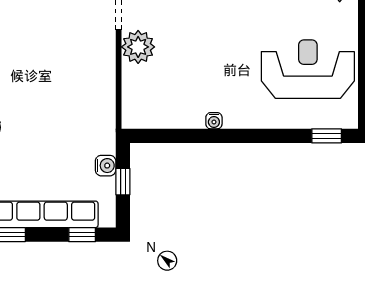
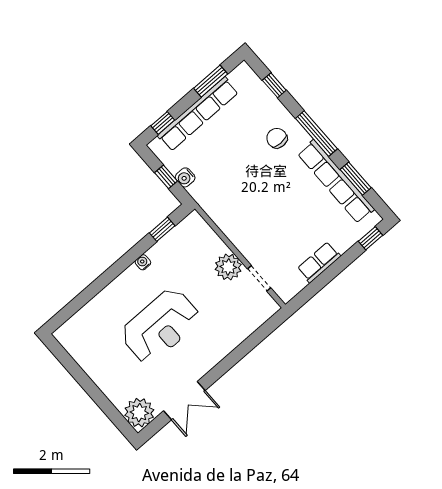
reception desk: (308, 69) -> (160, 326), moved
window: (327, 136) -> (162, 229), moved

